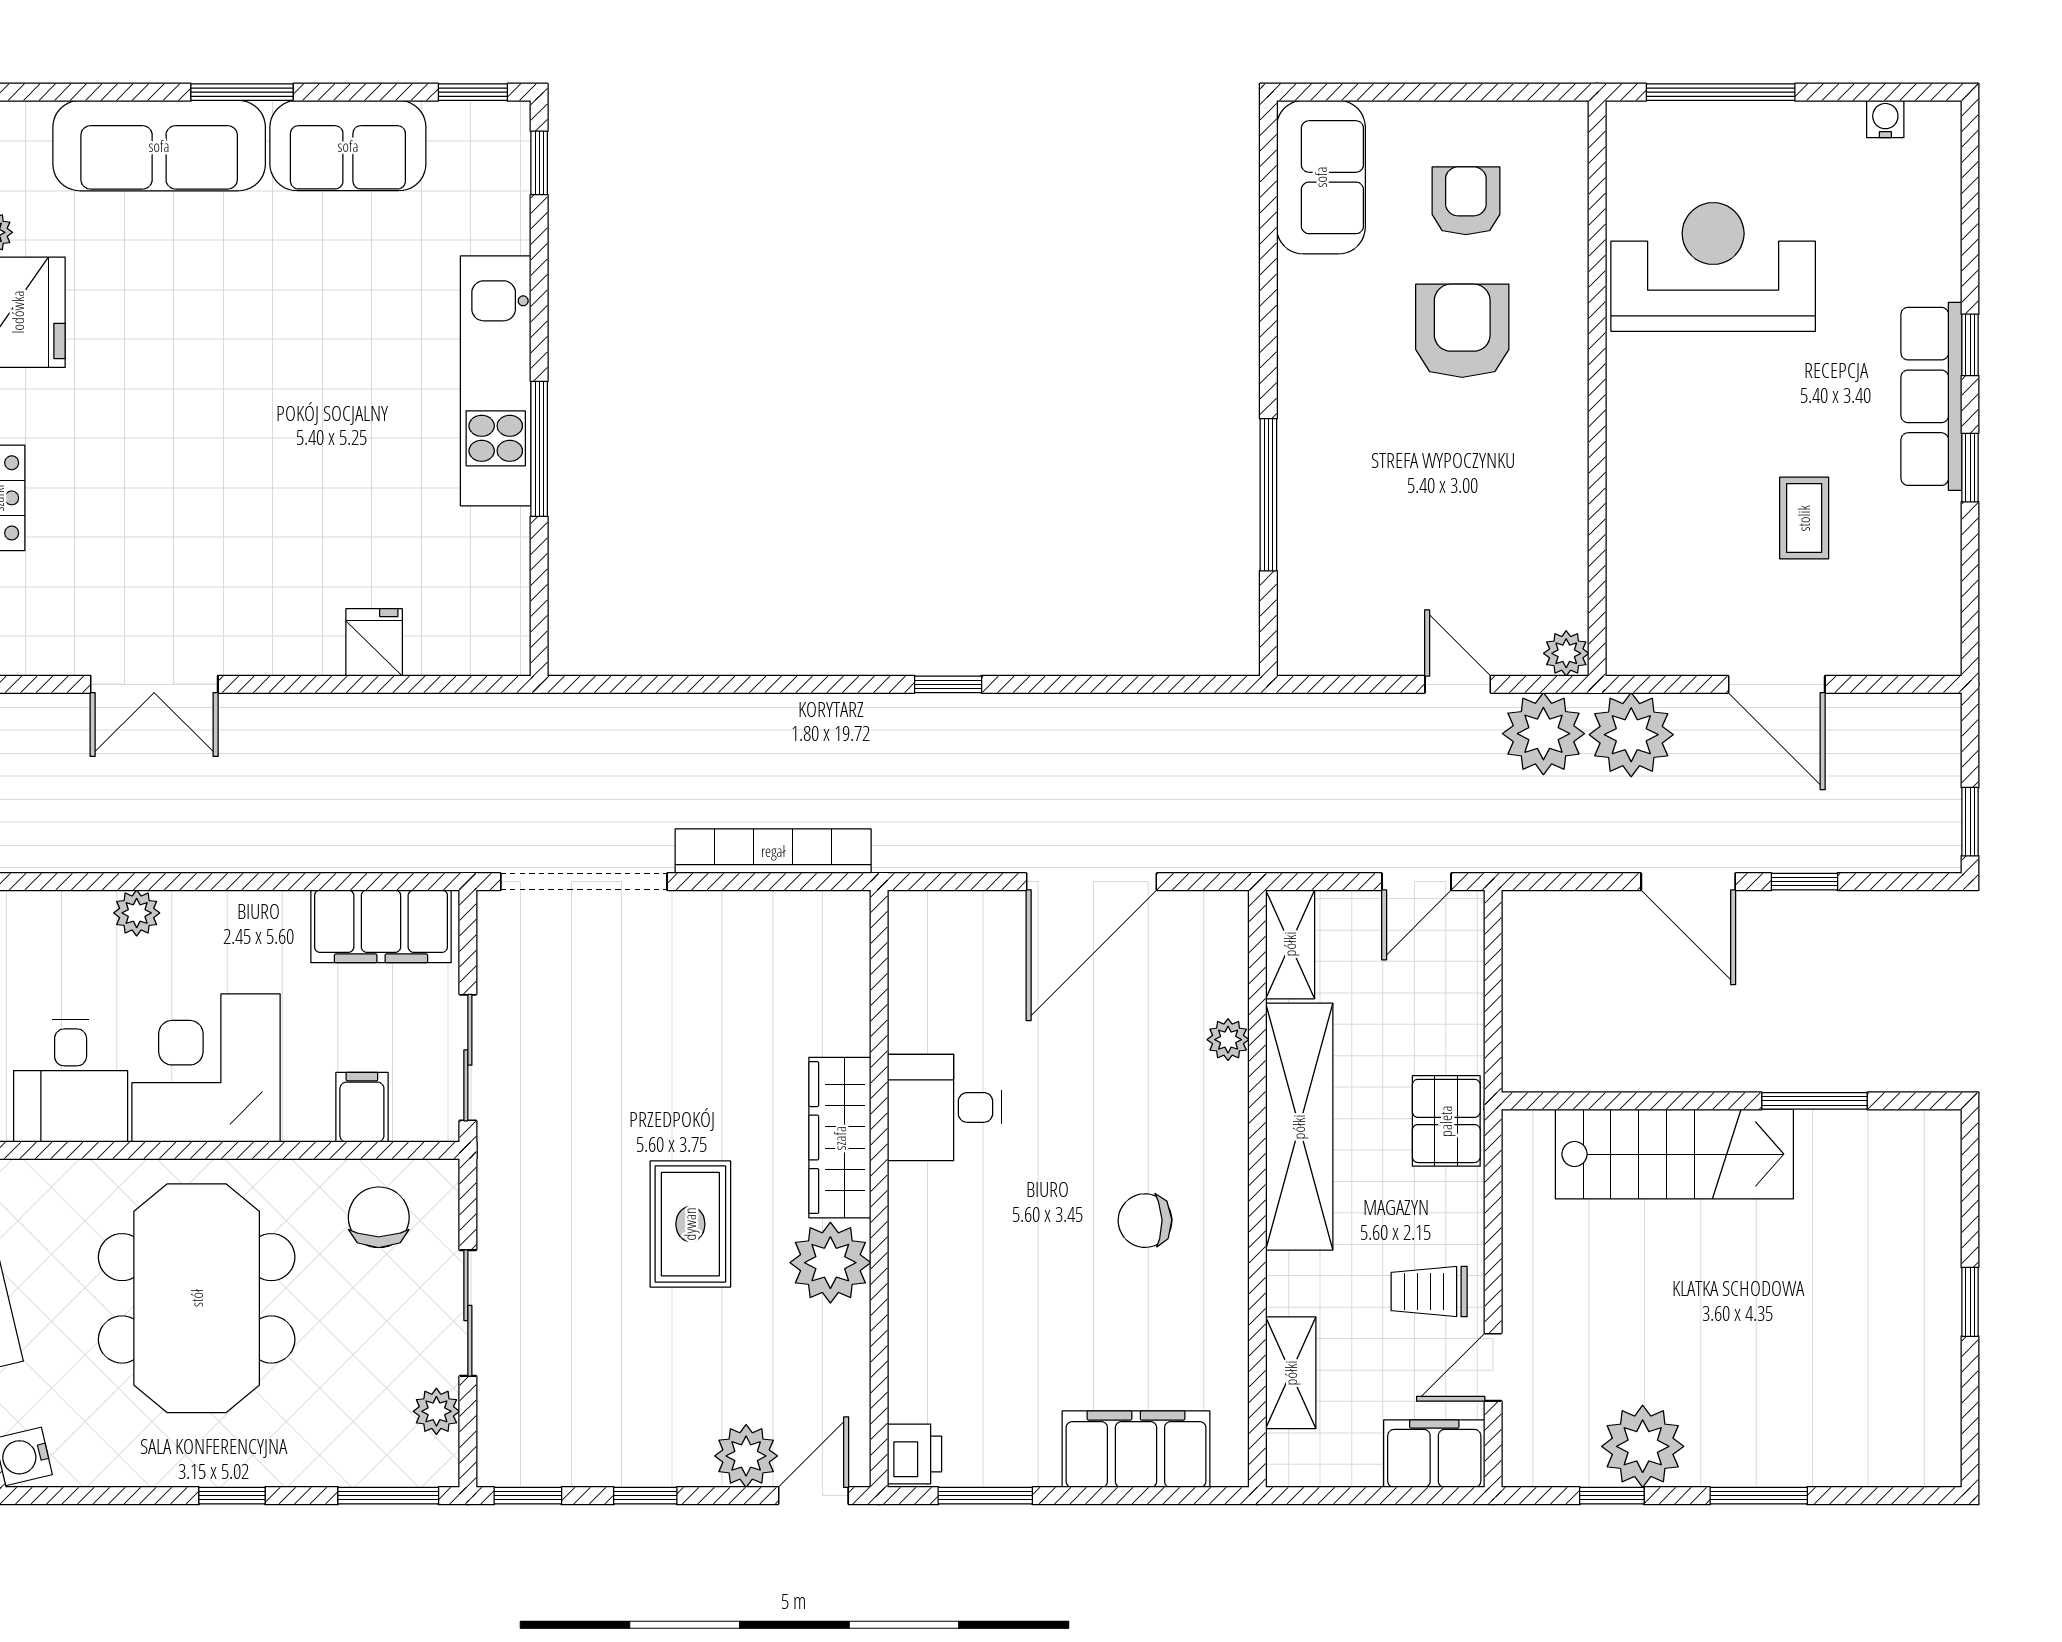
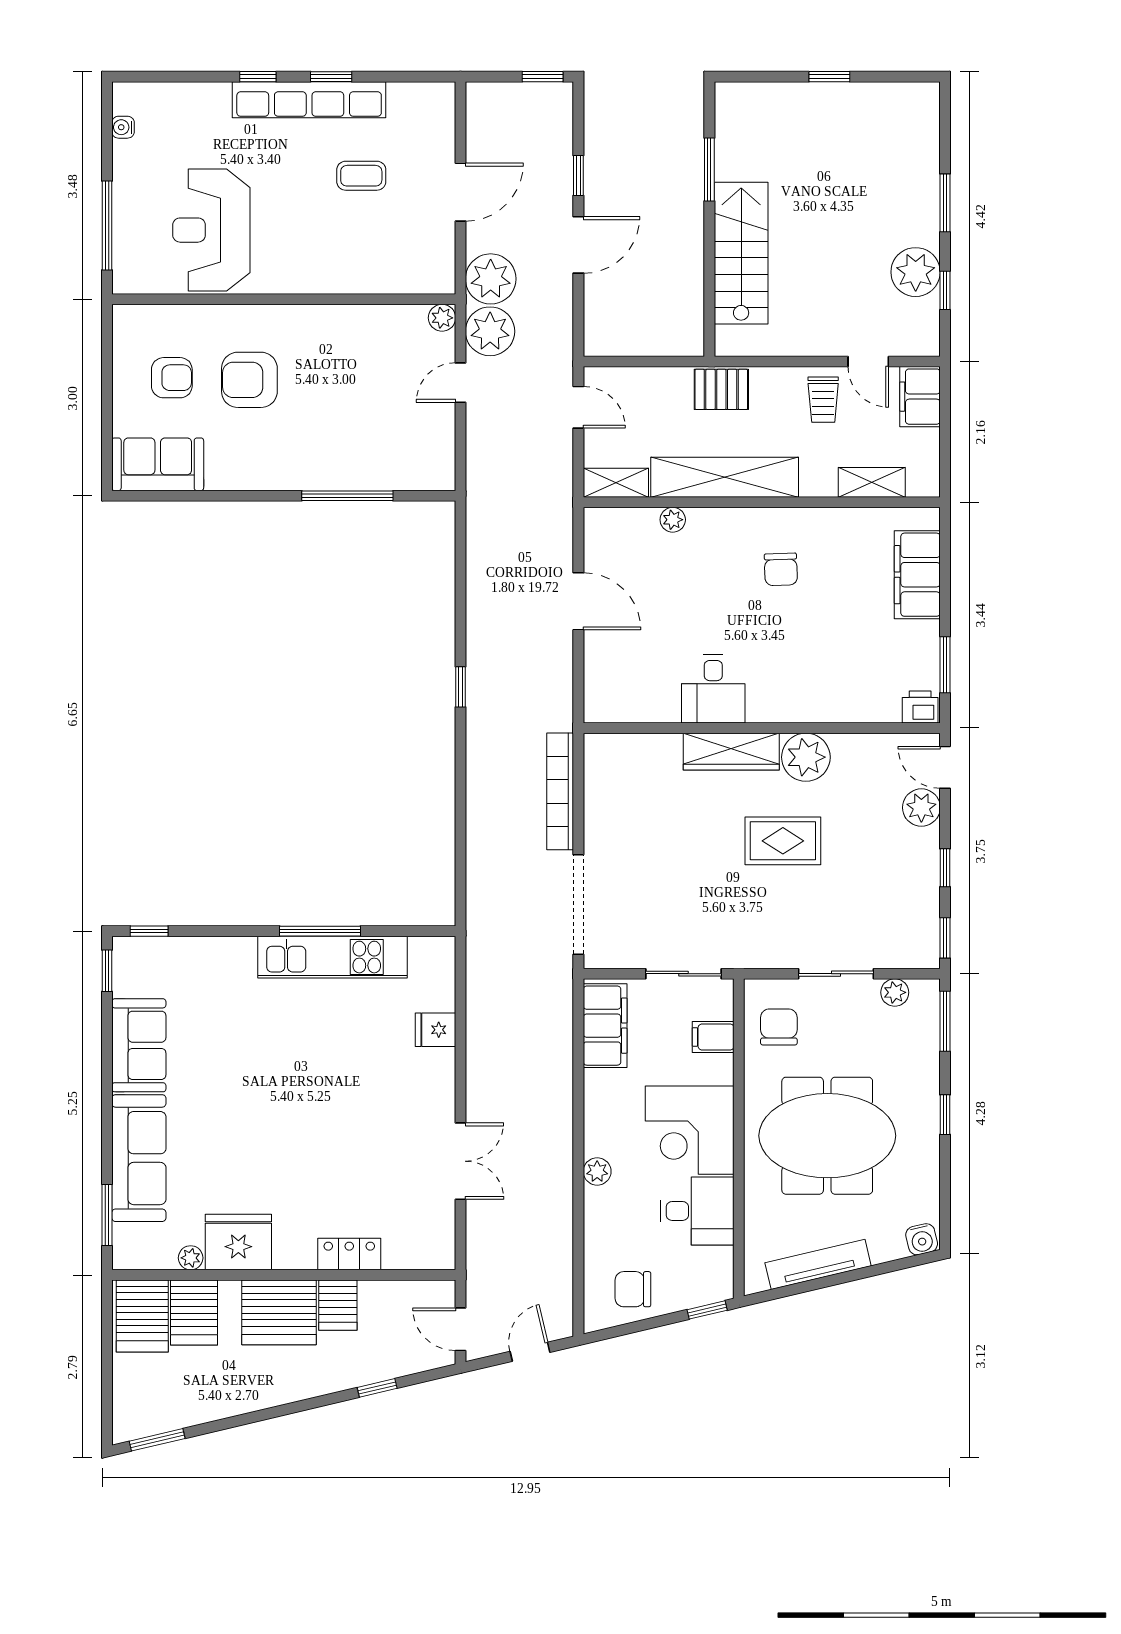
window: (242, 92) -> (107, 1215), moved
armchair: (1466, 201) -> (172, 378), turned 180
kitchen unit: (496, 381) -> (332, 957), moved
row of seats: (1931, 396) -> (309, 100), width x1.36
door: (1092, 882) -> (578, 601), width x0.73
chair: (379, 1217) -> (779, 1027), turned 90

